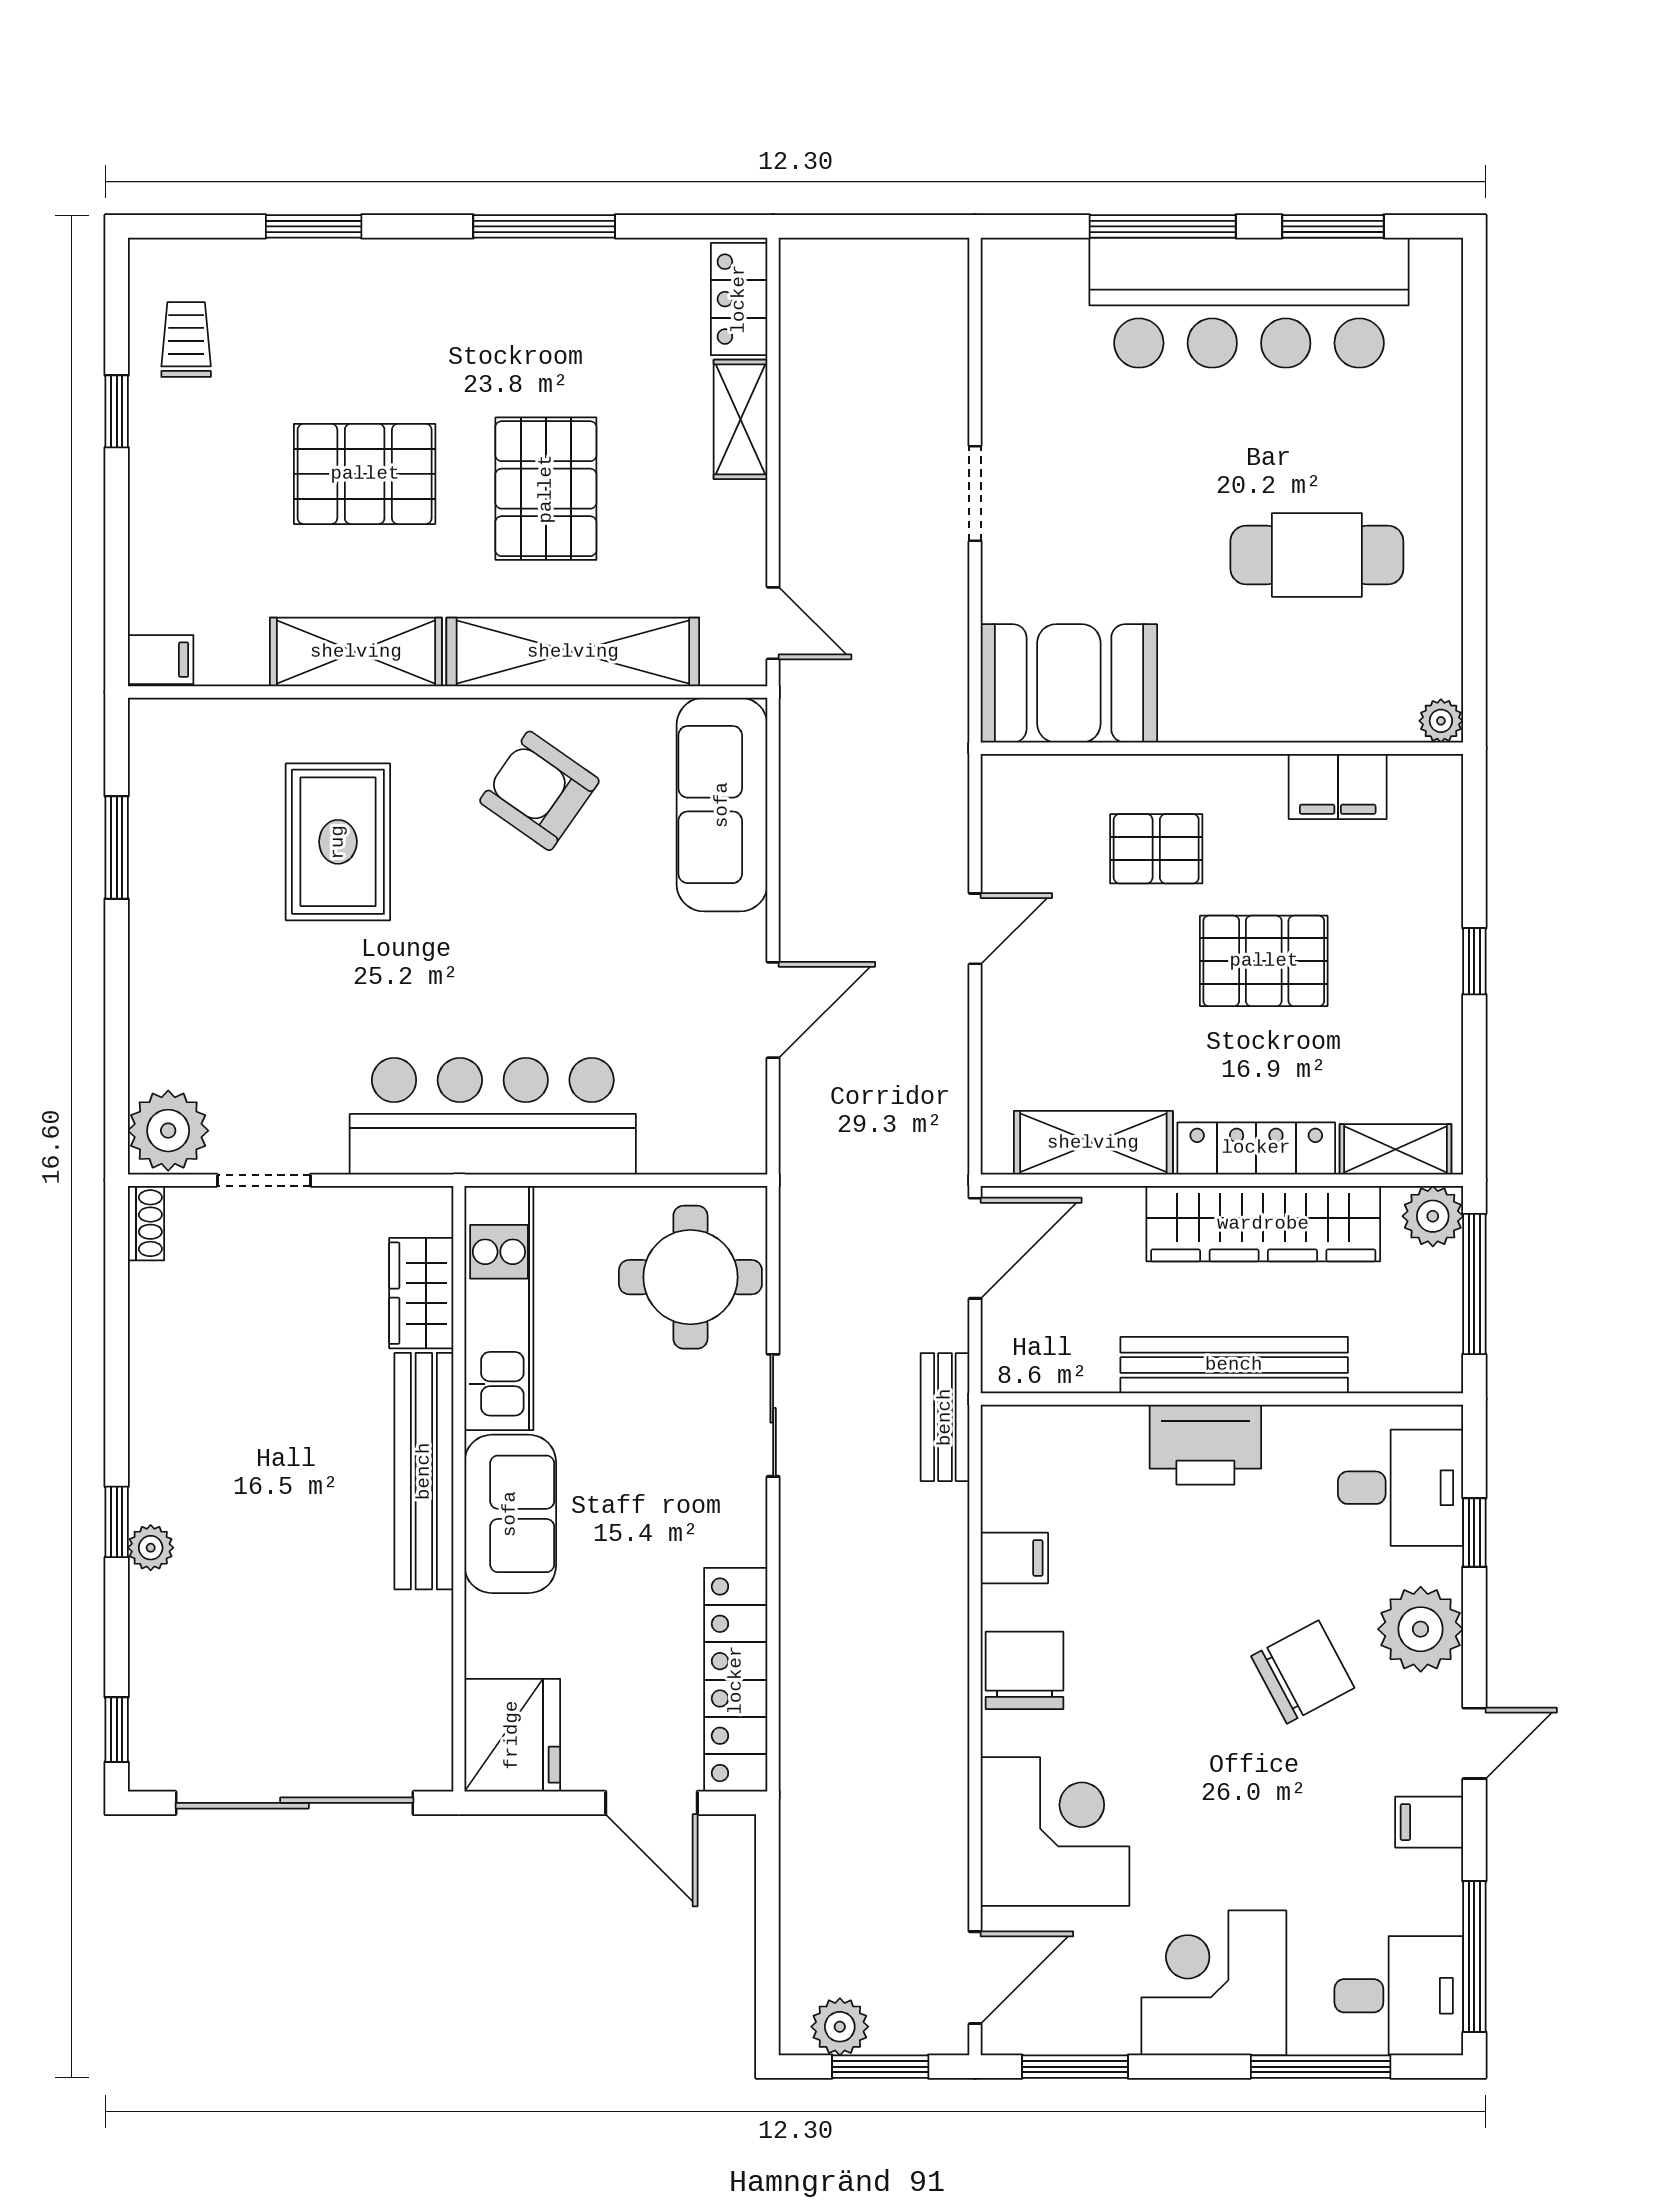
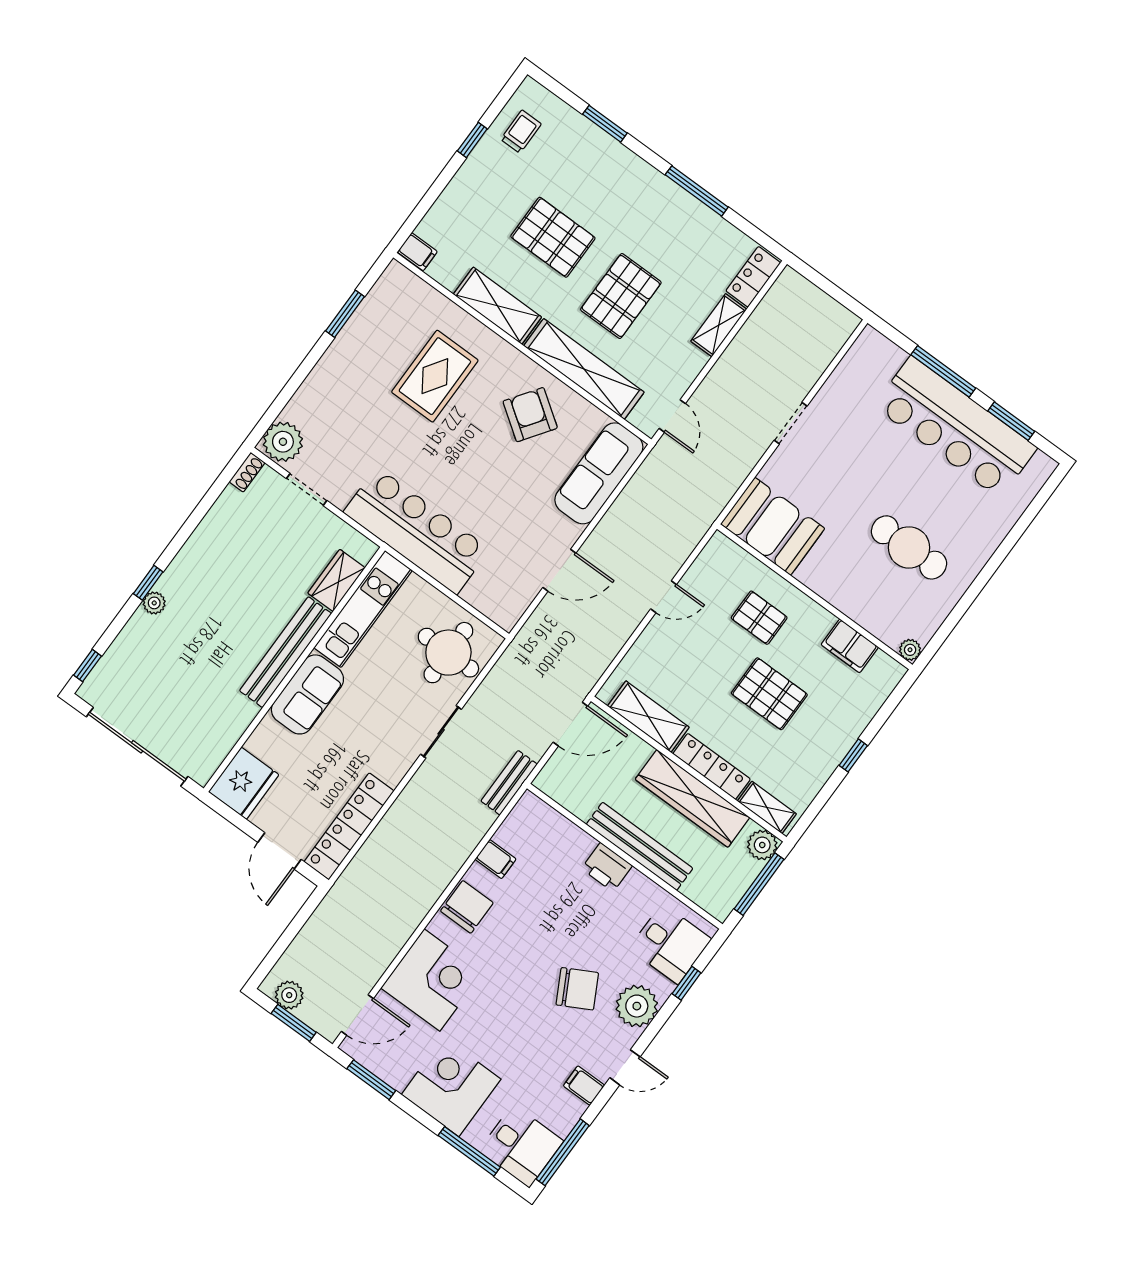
printer: (1205, 1445) -> (607, 867), width x0.73, depth x0.84

